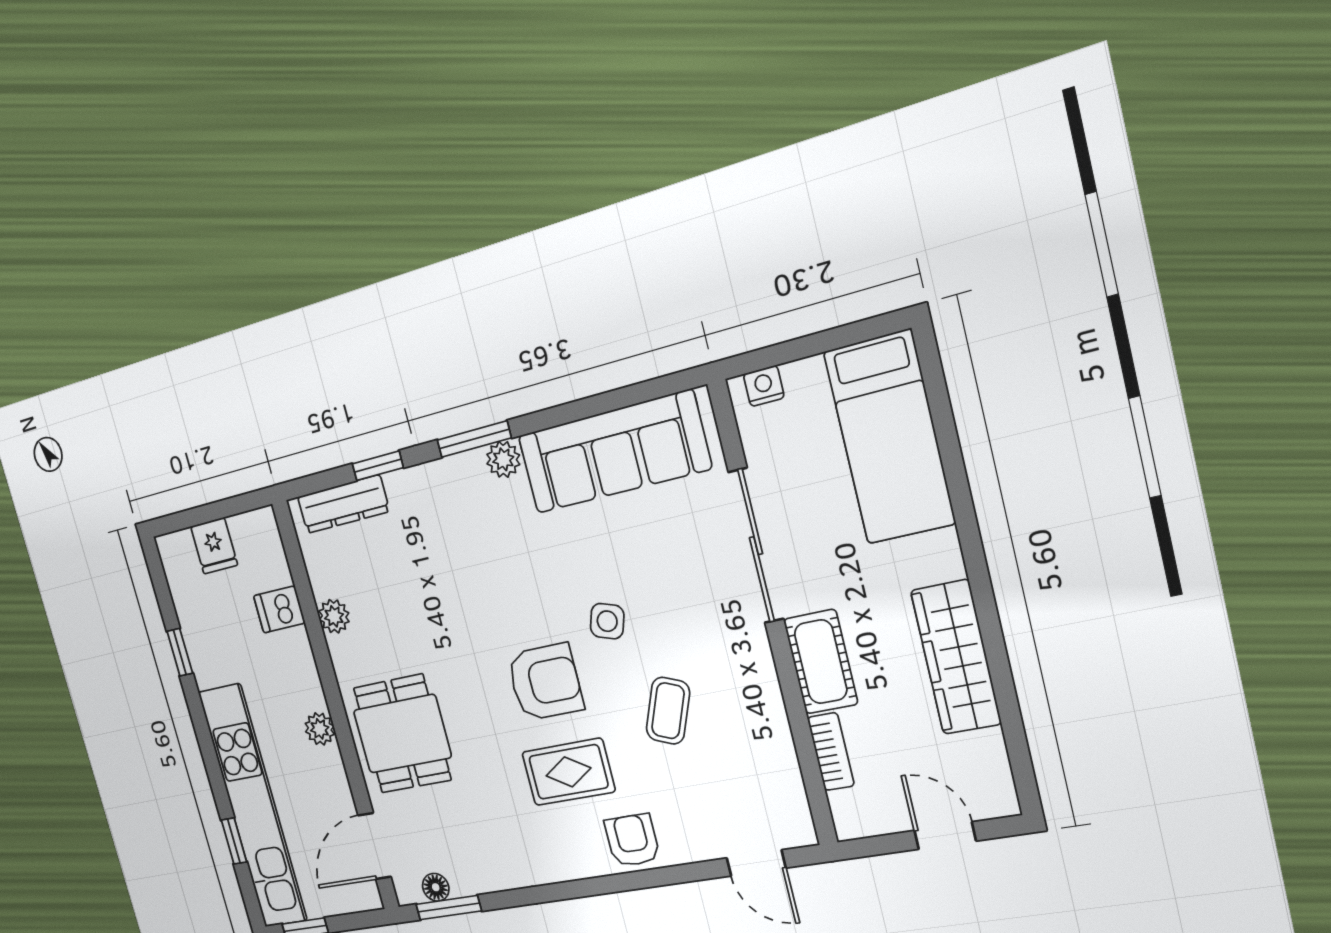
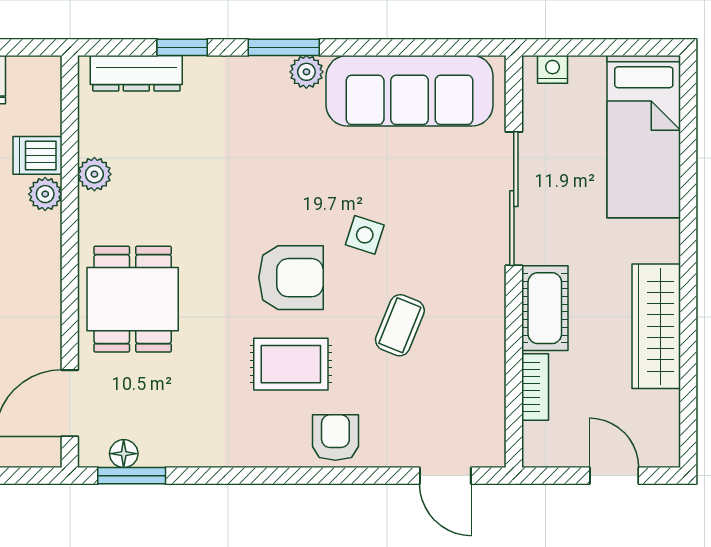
plant: (320, 729) -> (45, 194), moved

